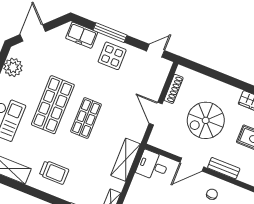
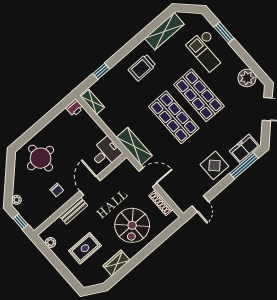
window: (110, 33) -> (244, 166), moved
shop shelf: (86, 118) -> (174, 117), width x1.43, depth x1.36
spiral stairs: (206, 120) -> (132, 225), moved, turned 180
shelving: (126, 160) -> (134, 146), moved

